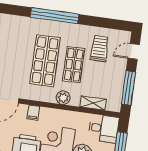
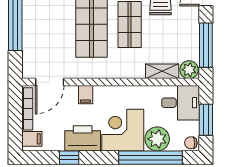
plant: (63, 98) -> (189, 70), moved

